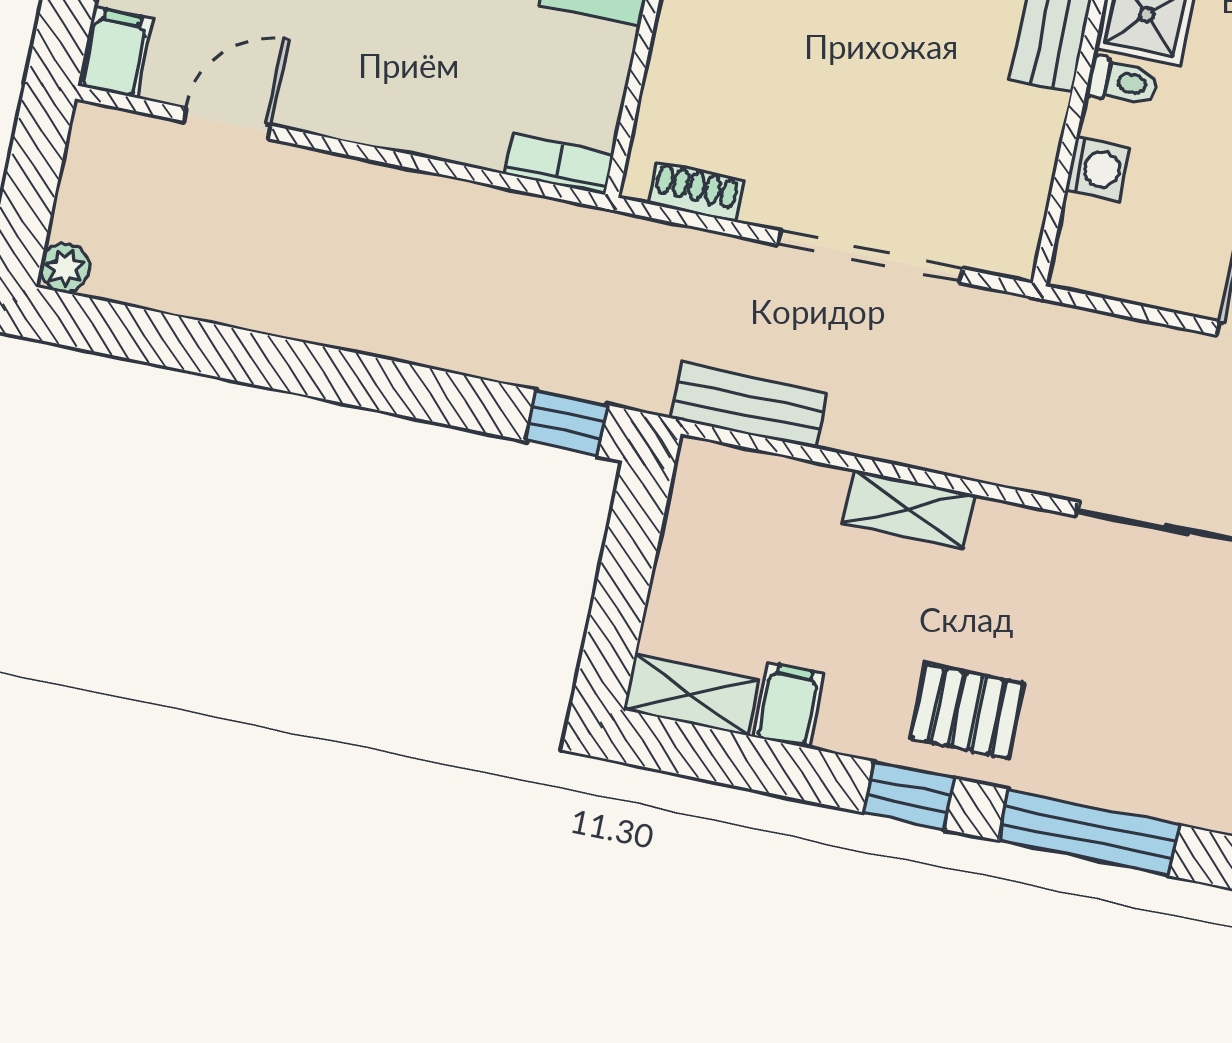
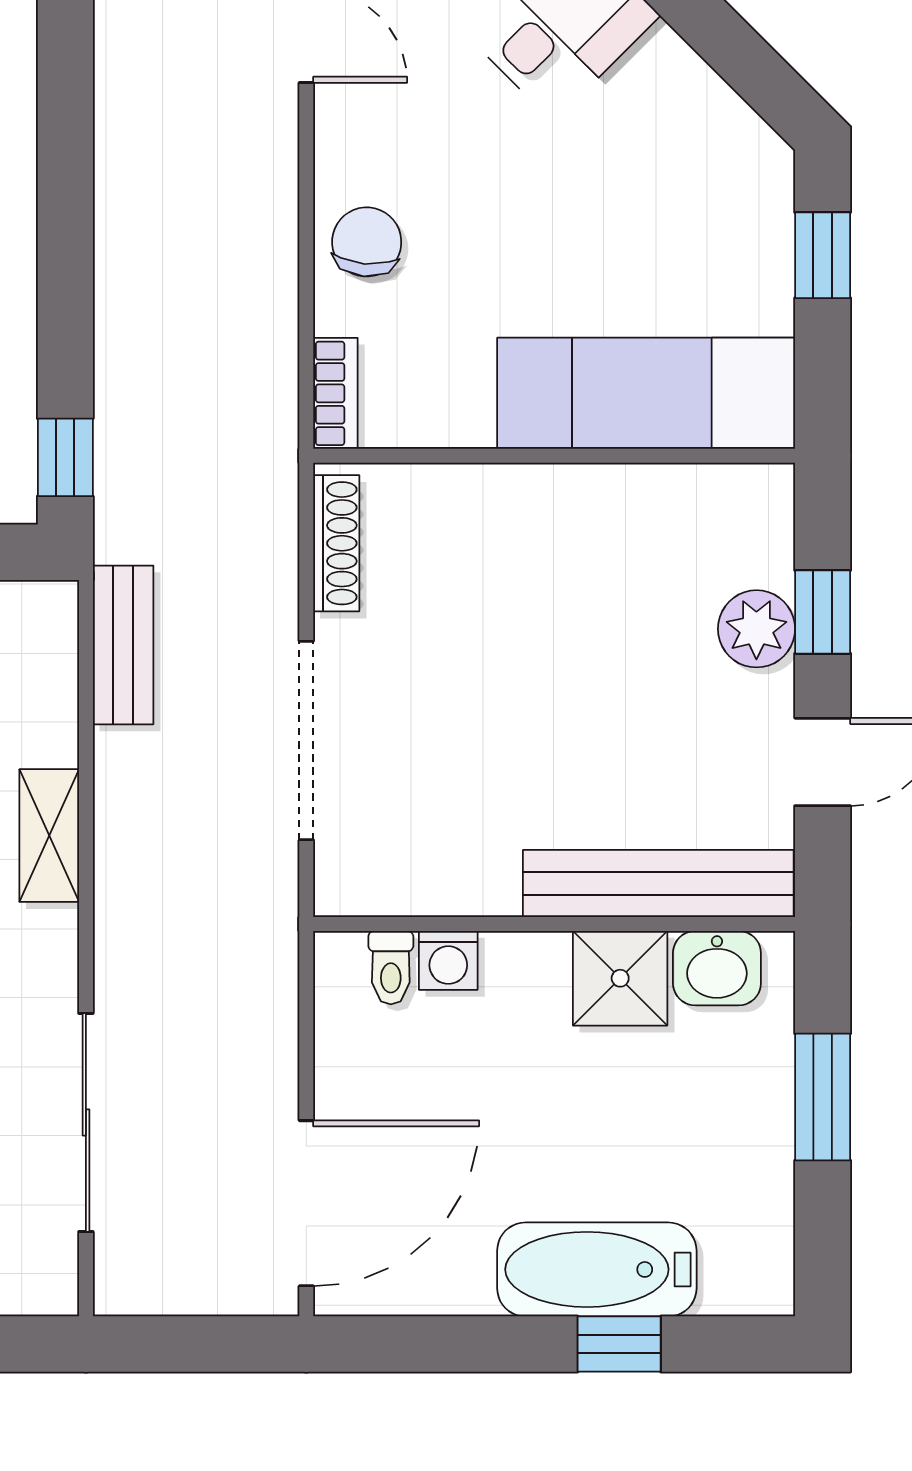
toilet: (1123, 82) -> (391, 968), moved
chair: (426, 107) -> (367, 242), added
shoe rack: (696, 192) -> (336, 543), width x1.43

